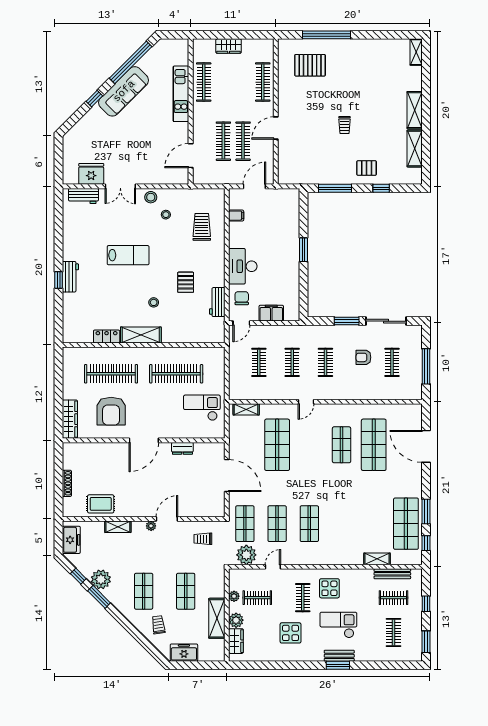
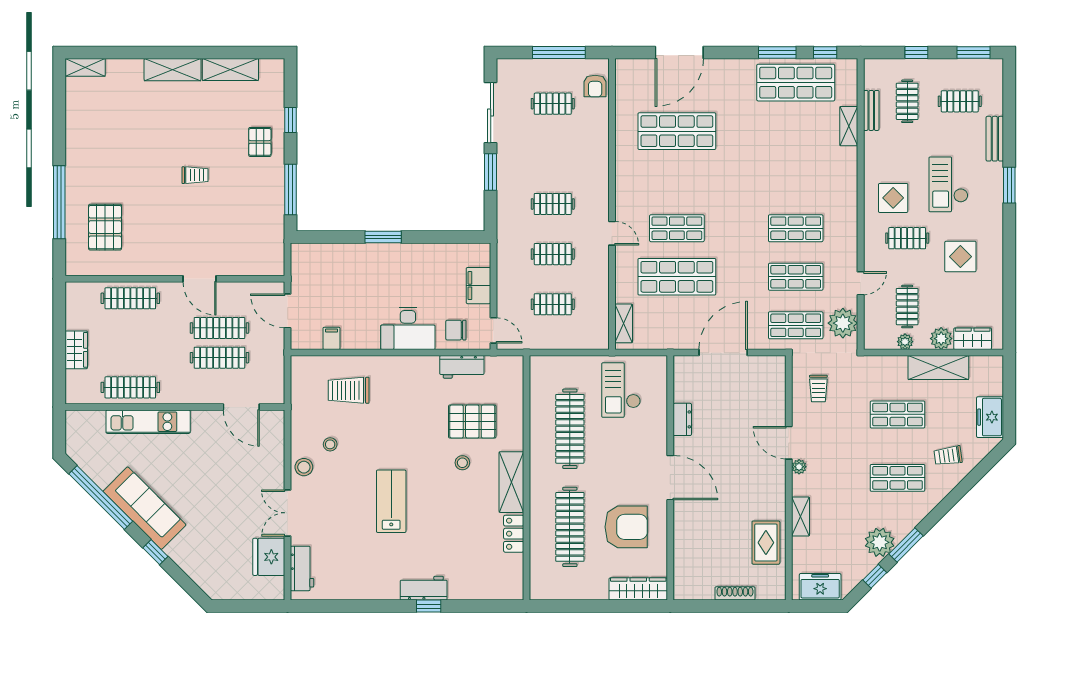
double door: (120, 186) -> (288, 513), swing flipped
pallet: (186, 282) -> (472, 422), moved, width x1.50, depth x1.42
armchair: (363, 357) -> (595, 86), moved
shop shelf: (342, 445) -> (677, 228), moved
door: (273, 567) -> (861, 283), swing flipped
bench: (392, 574) -> (871, 110), width x0.73
bench: (339, 656) -> (995, 139), moved

